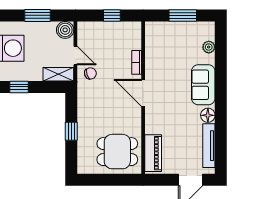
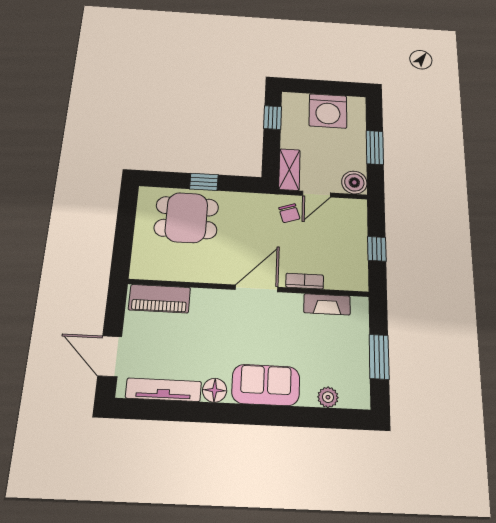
fireplace: (151, 48) -> (327, 304), added
dining table: (117, 152) -> (186, 218), moved, turned 90

